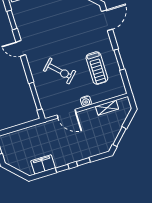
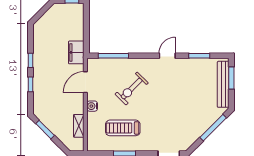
filing cabinet: (43, 164) -> (76, 52), moved, turned 180

